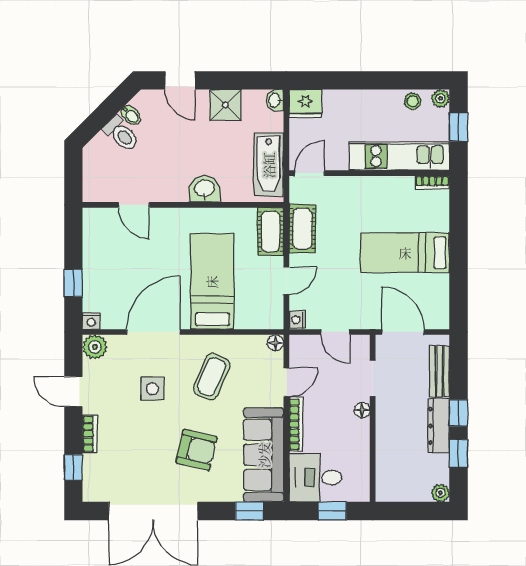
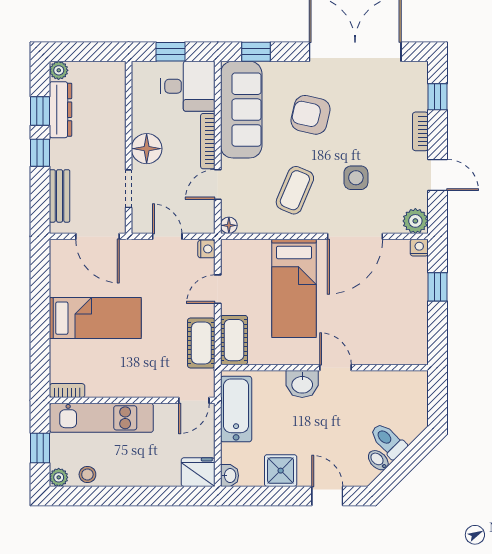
door: (134, 205) -> (335, 368), moved
floor lamp: (362, 410) -> (147, 149), width x1.89, depth x1.89
dresser: (439, 426) -> (60, 110), moved

